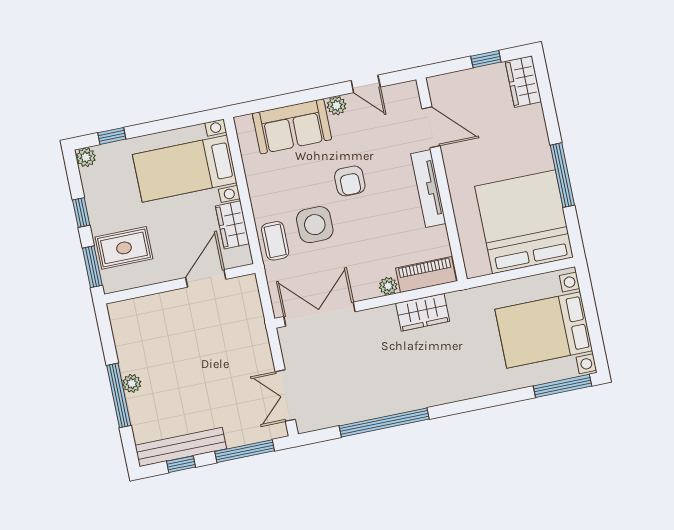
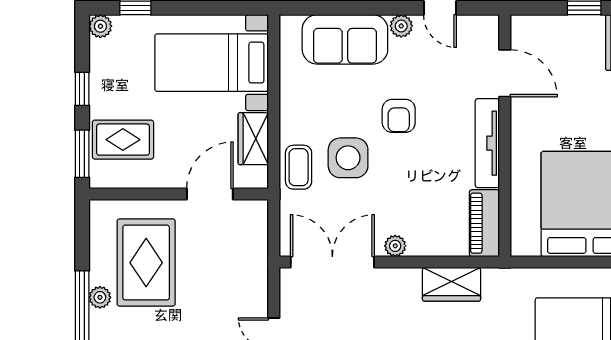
piano: (426, 275) -> (484, 223), moved, turned -90
plant: (388, 286) -> (395, 246), moved
rug: (164, 346) -> (146, 263), added

